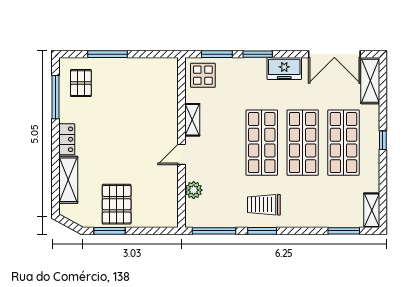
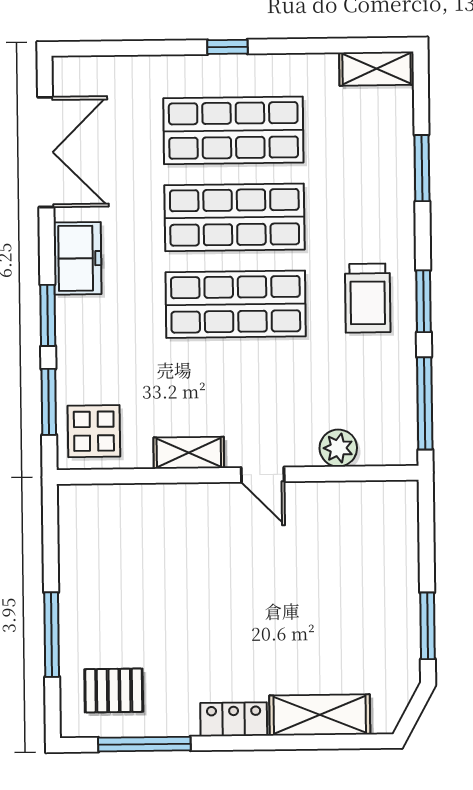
shelving: (370, 81) -> (101, 75), removed
pallet: (117, 204) -> (370, 611), removed
window: (344, 231) -> (422, 168), moved

